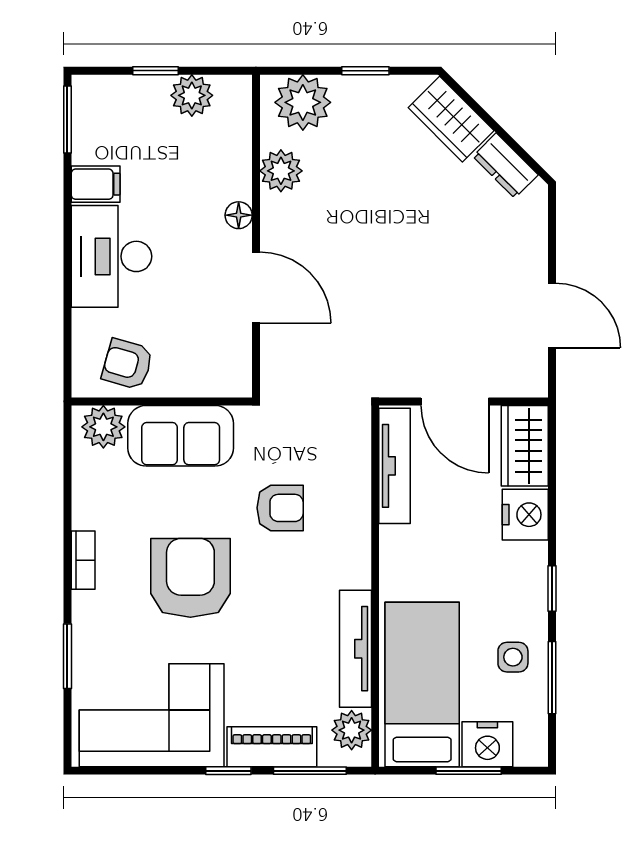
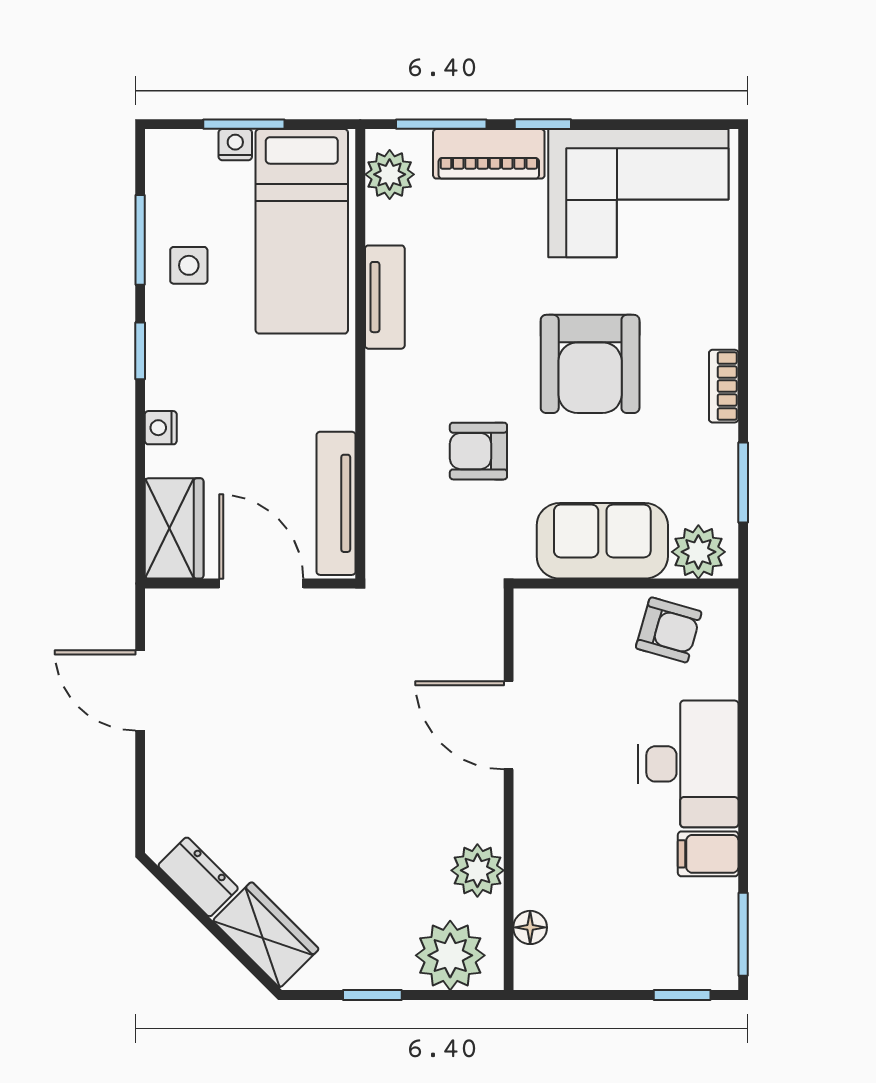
window: (156, 71) -> (682, 995), moved
plant: (192, 95) -> (588, 964), removed
floor lamp: (239, 215) -> (530, 927), moved
nightstand: (525, 515) -> (161, 428), width x0.53, depth x0.56
tv unit: (355, 649) -> (385, 297), width x0.71
window: (67, 656) -> (743, 482), moved
nightstand: (487, 744) -> (235, 145), width x0.53, depth x0.56

